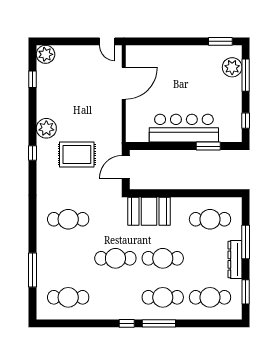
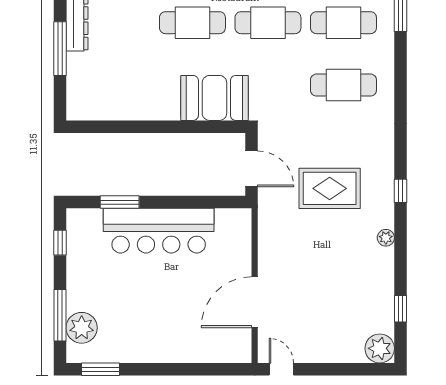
plant: (46, 128) -> (386, 238), width x0.53, depth x0.53
door: (126, 167) -> (252, 169), hinge flipped
cafe table: (210, 219) -> (343, 23), moved

